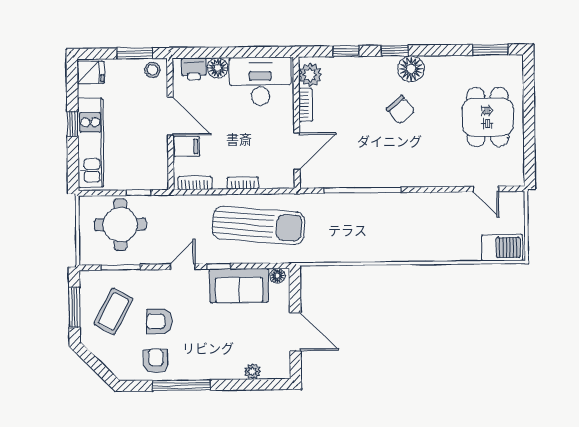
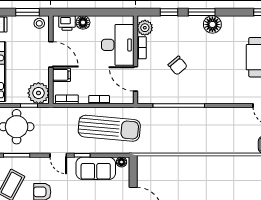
window: (395, 51) -> (202, 12), width x1.50
desk: (260, 81) -> (118, 45), moved, turned 90
chair: (401, 110) -> (178, 66), moved
door: (297, 151) -> (135, 79), swing flipped
plant: (152, 174) -> (38, 93), added
door: (183, 267) -> (58, 155), swing flipped

